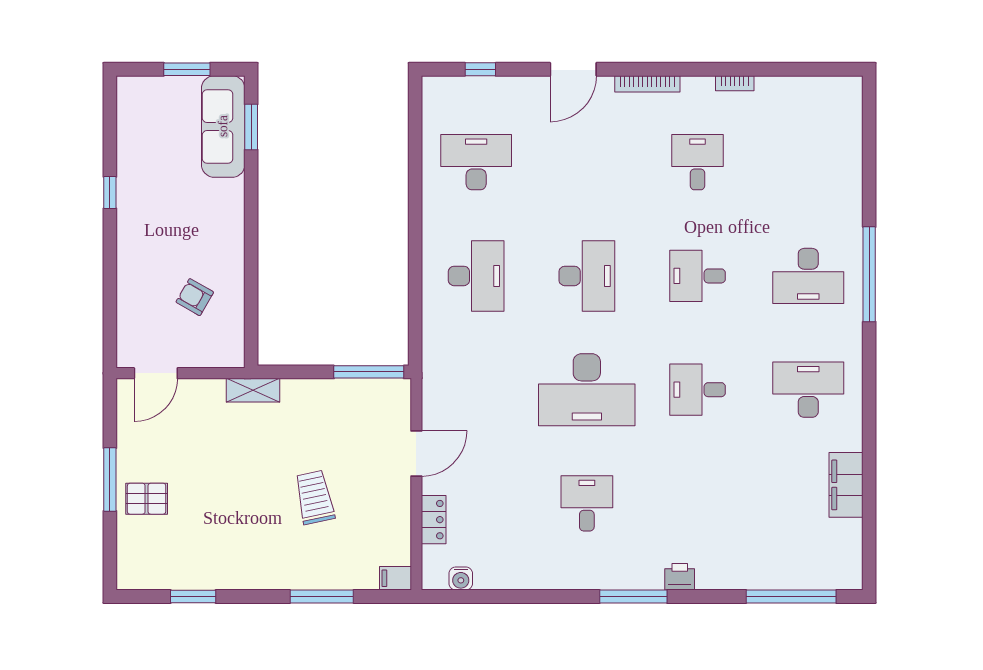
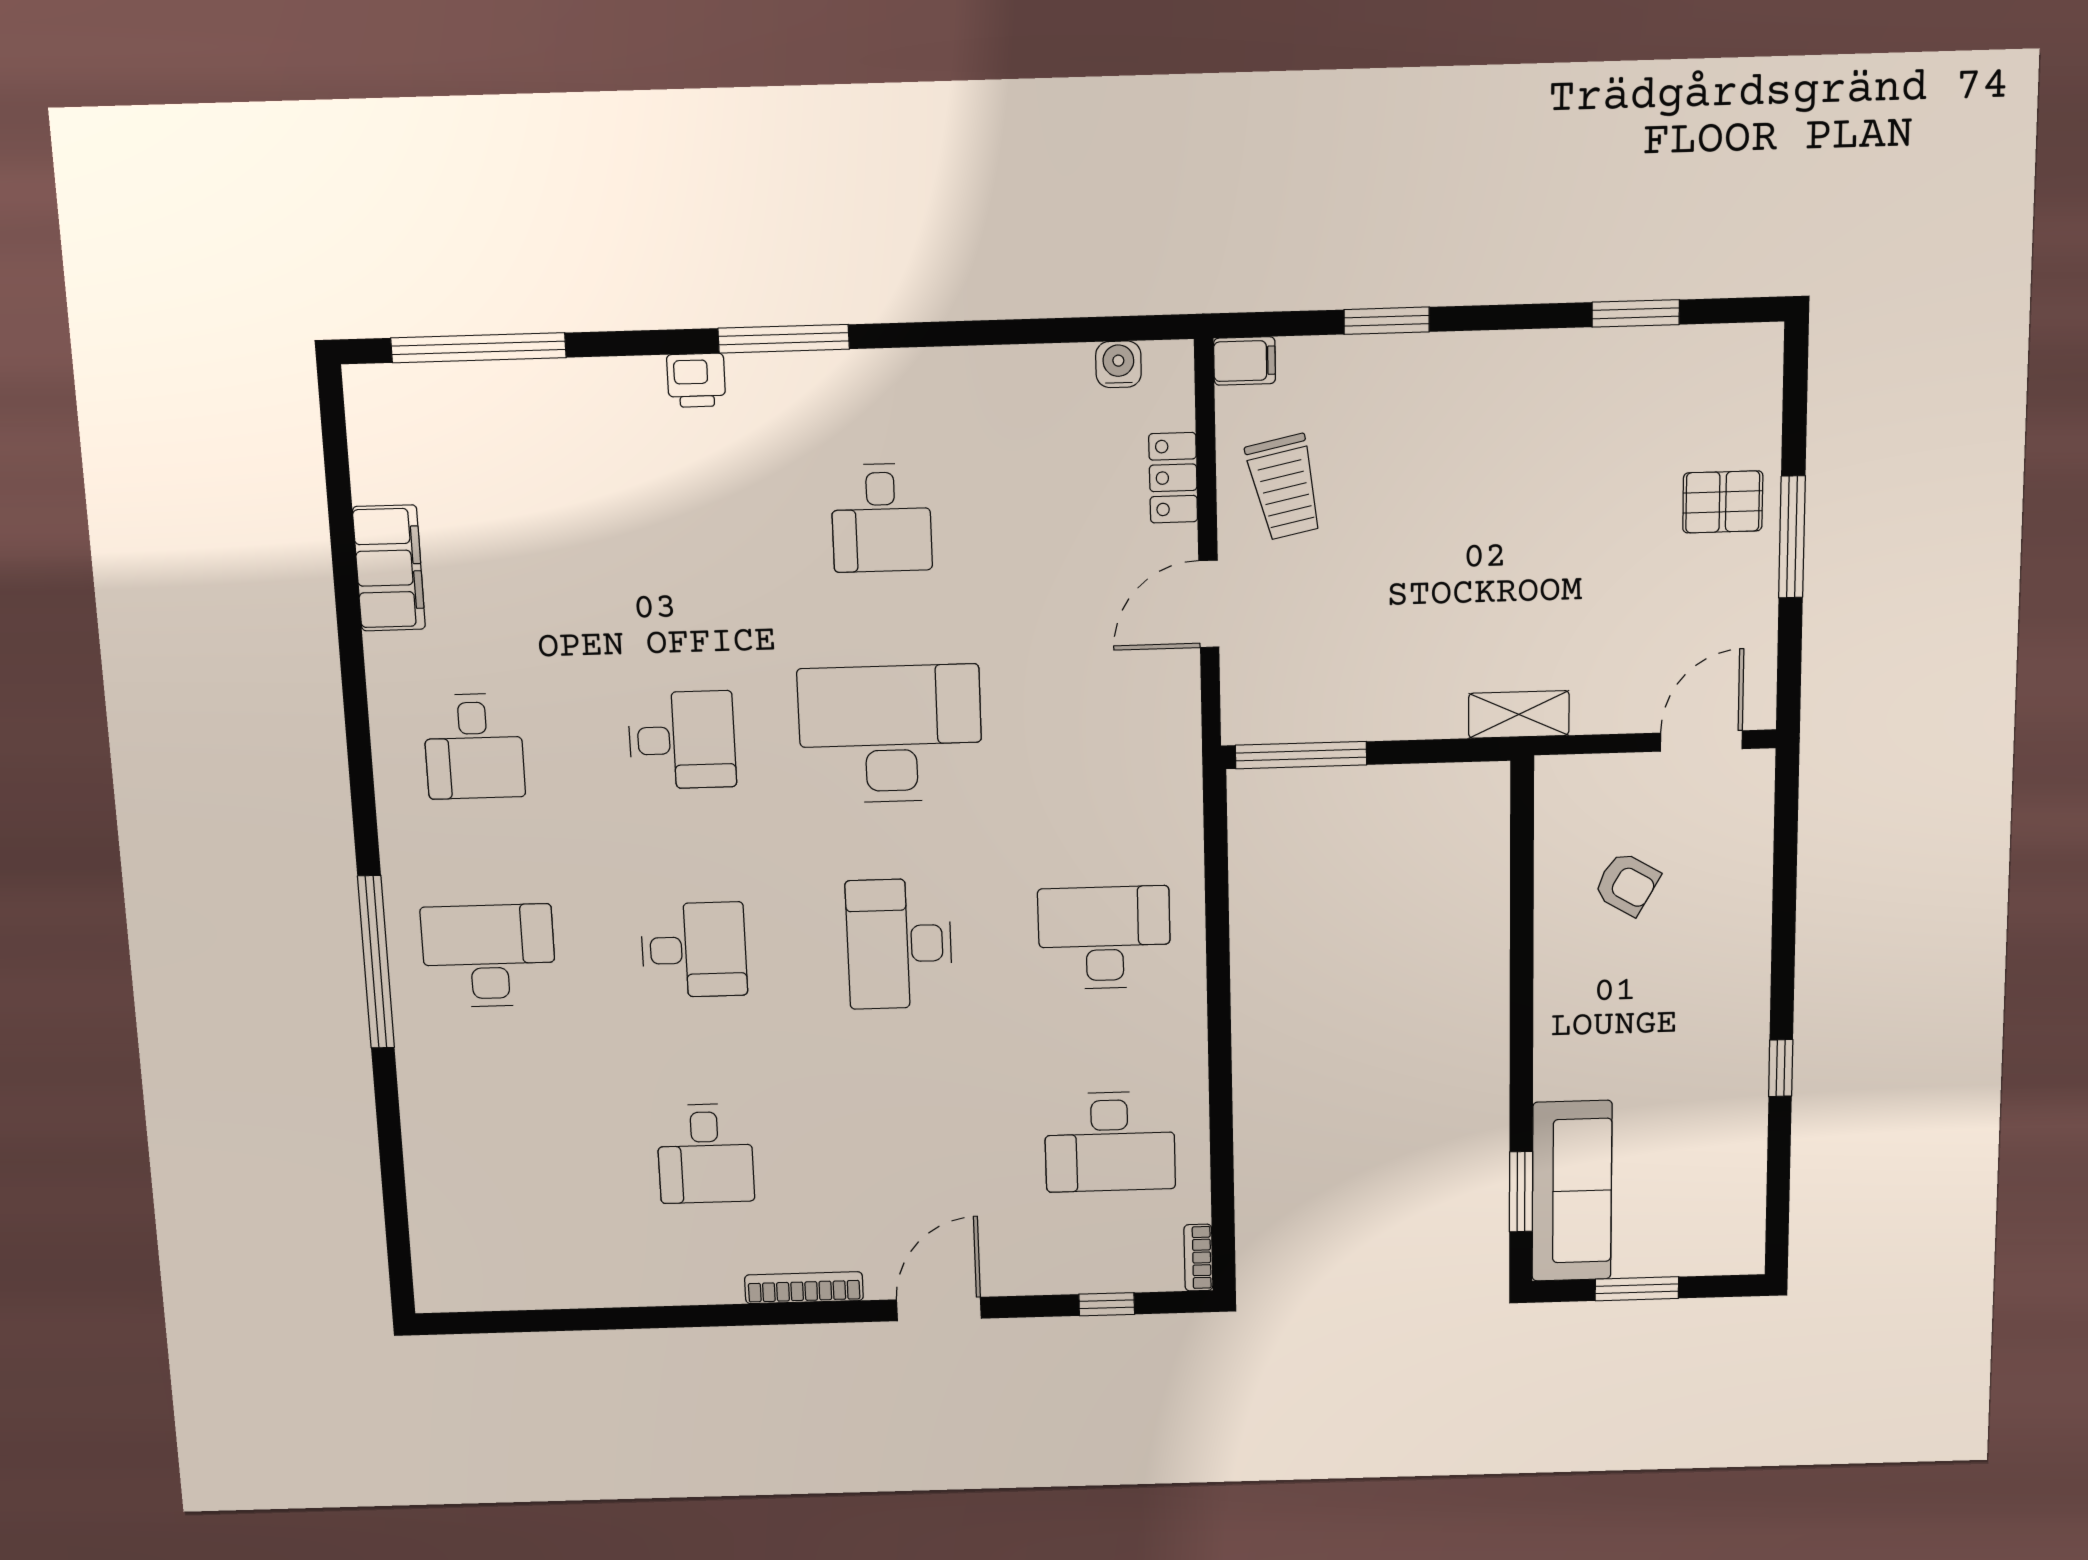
bookcase: (735, 83) -> (1198, 1258), moved, turned -90
desk: (476, 276) -> (1104, 938), turned 90
desk: (808, 390) -> (474, 746), width x0.73
trolley: (315, 497) -> (1284, 487), moved
window: (322, 596) -> (1387, 321), width x0.69

